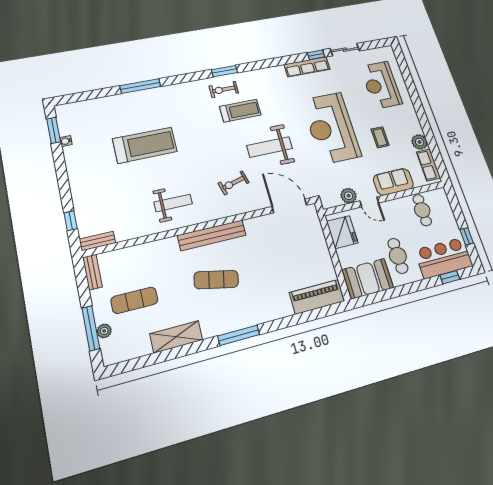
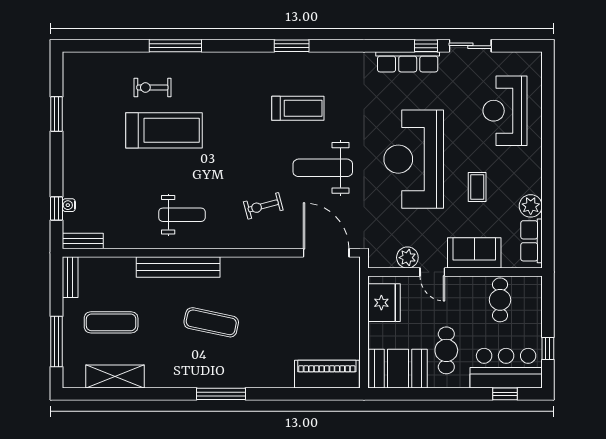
exercise bike: (224, 89) -> (152, 87), moved
window: (54, 130) -> (56, 114), moved
water cooler: (66, 141) -> (69, 205), moved
bench: (212, 235) -> (178, 267), moved
plant: (104, 331) -> (70, 348), removed
shelving: (176, 337) -> (115, 376), moved

